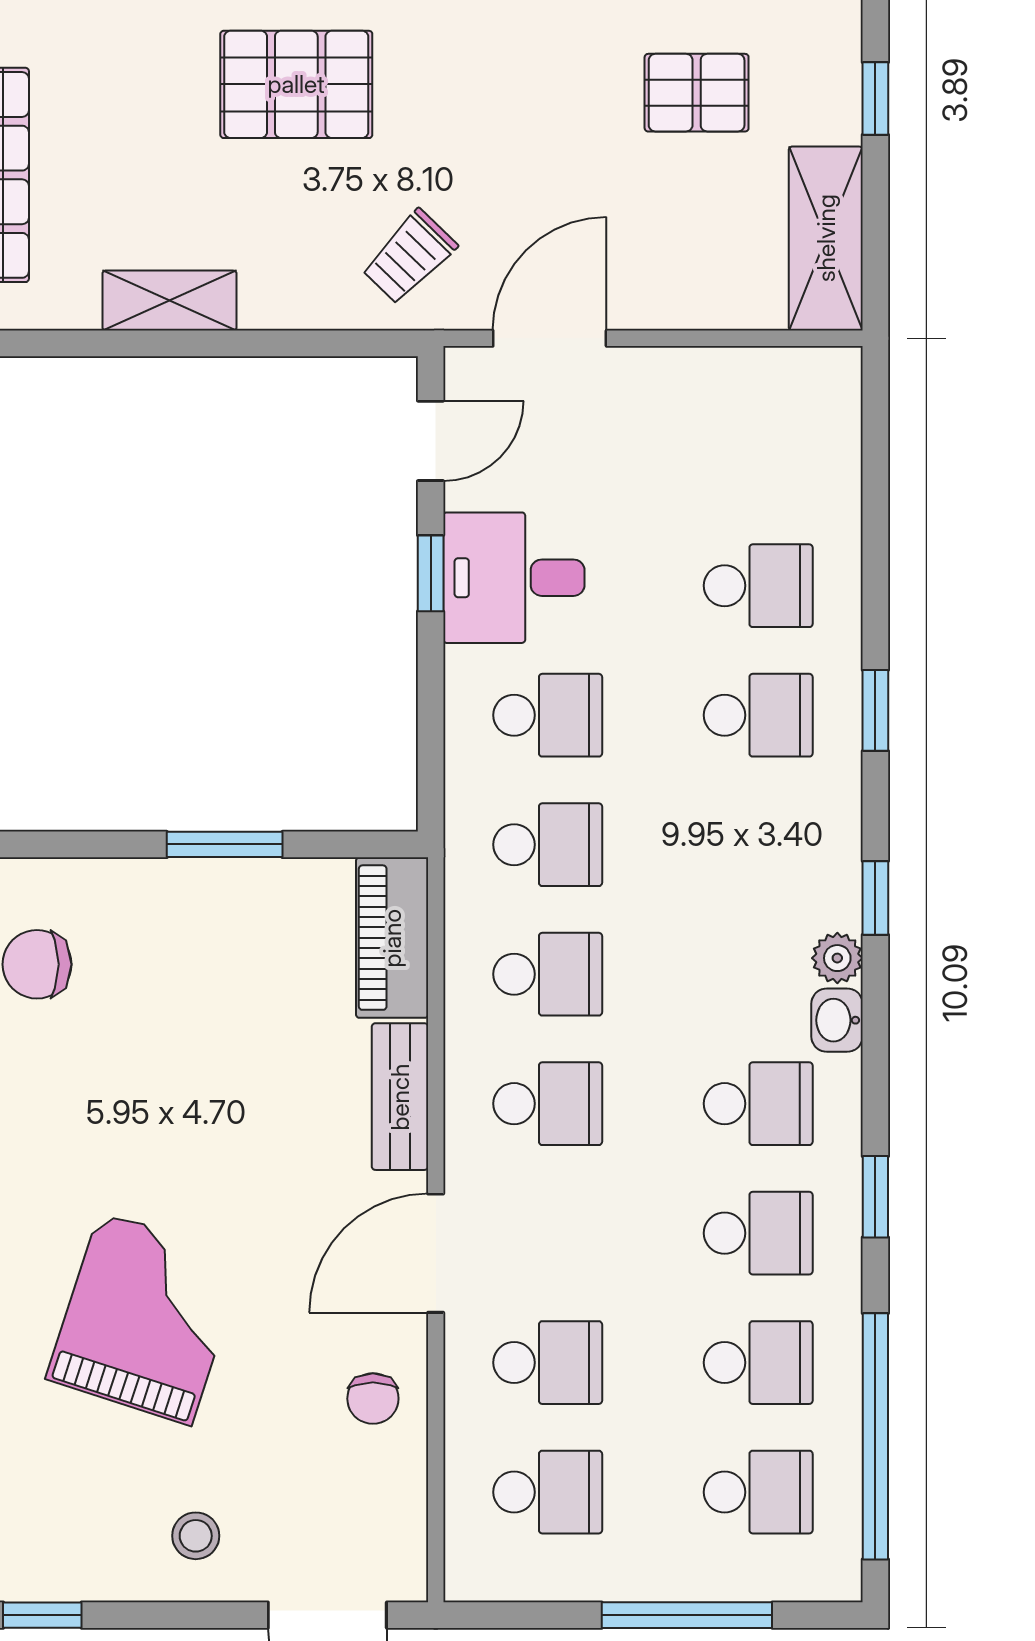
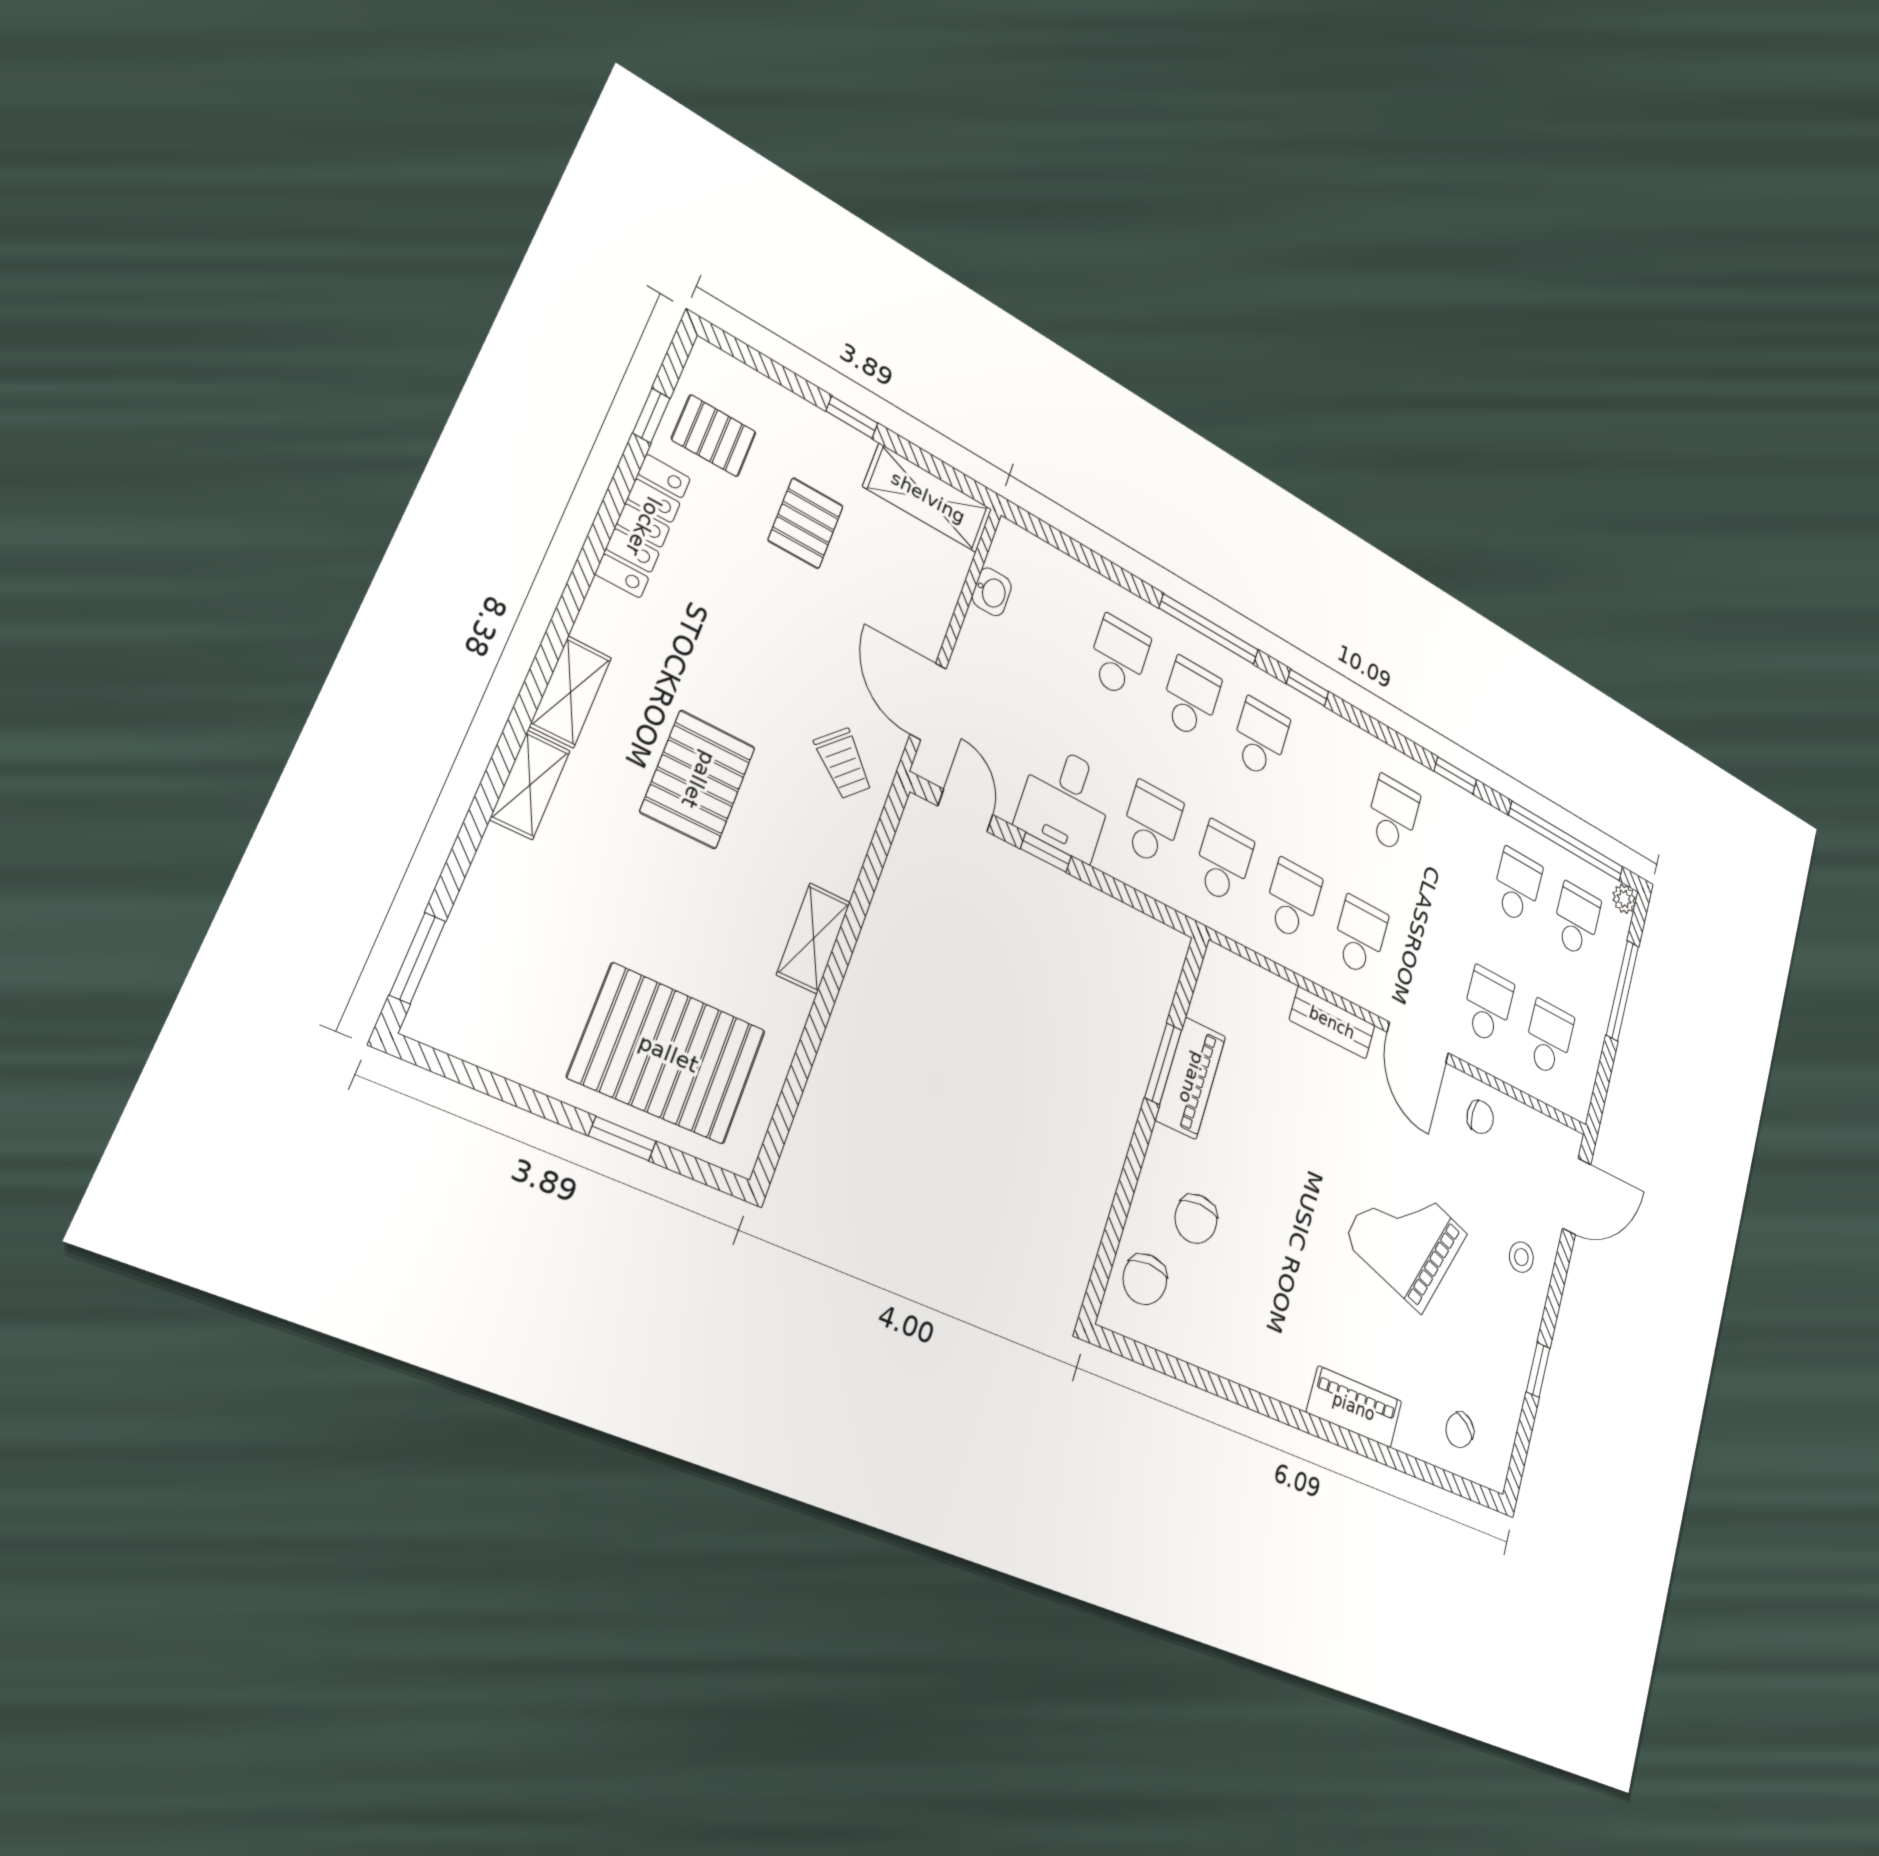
window: (875, 710) -> (1209, 629), width x2.17
piano: (392, 938) -> (1191, 1078), moved, turned -90
plant: (837, 958) -> (1624, 899), moved
washbasin: (837, 1020) -> (992, 592), moved, turned -90
school desk: (758, 1233) -> (1260, 738), moved

